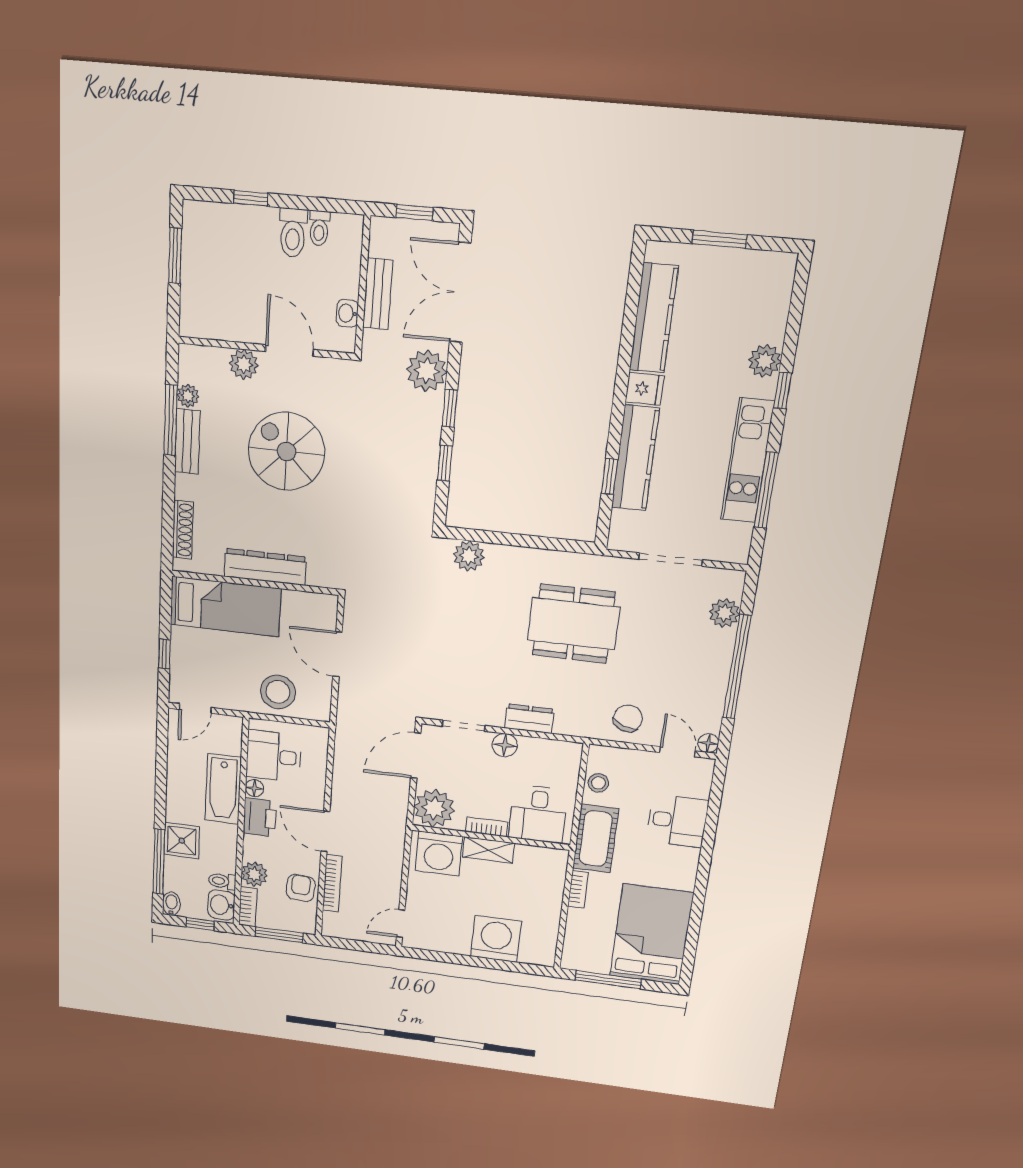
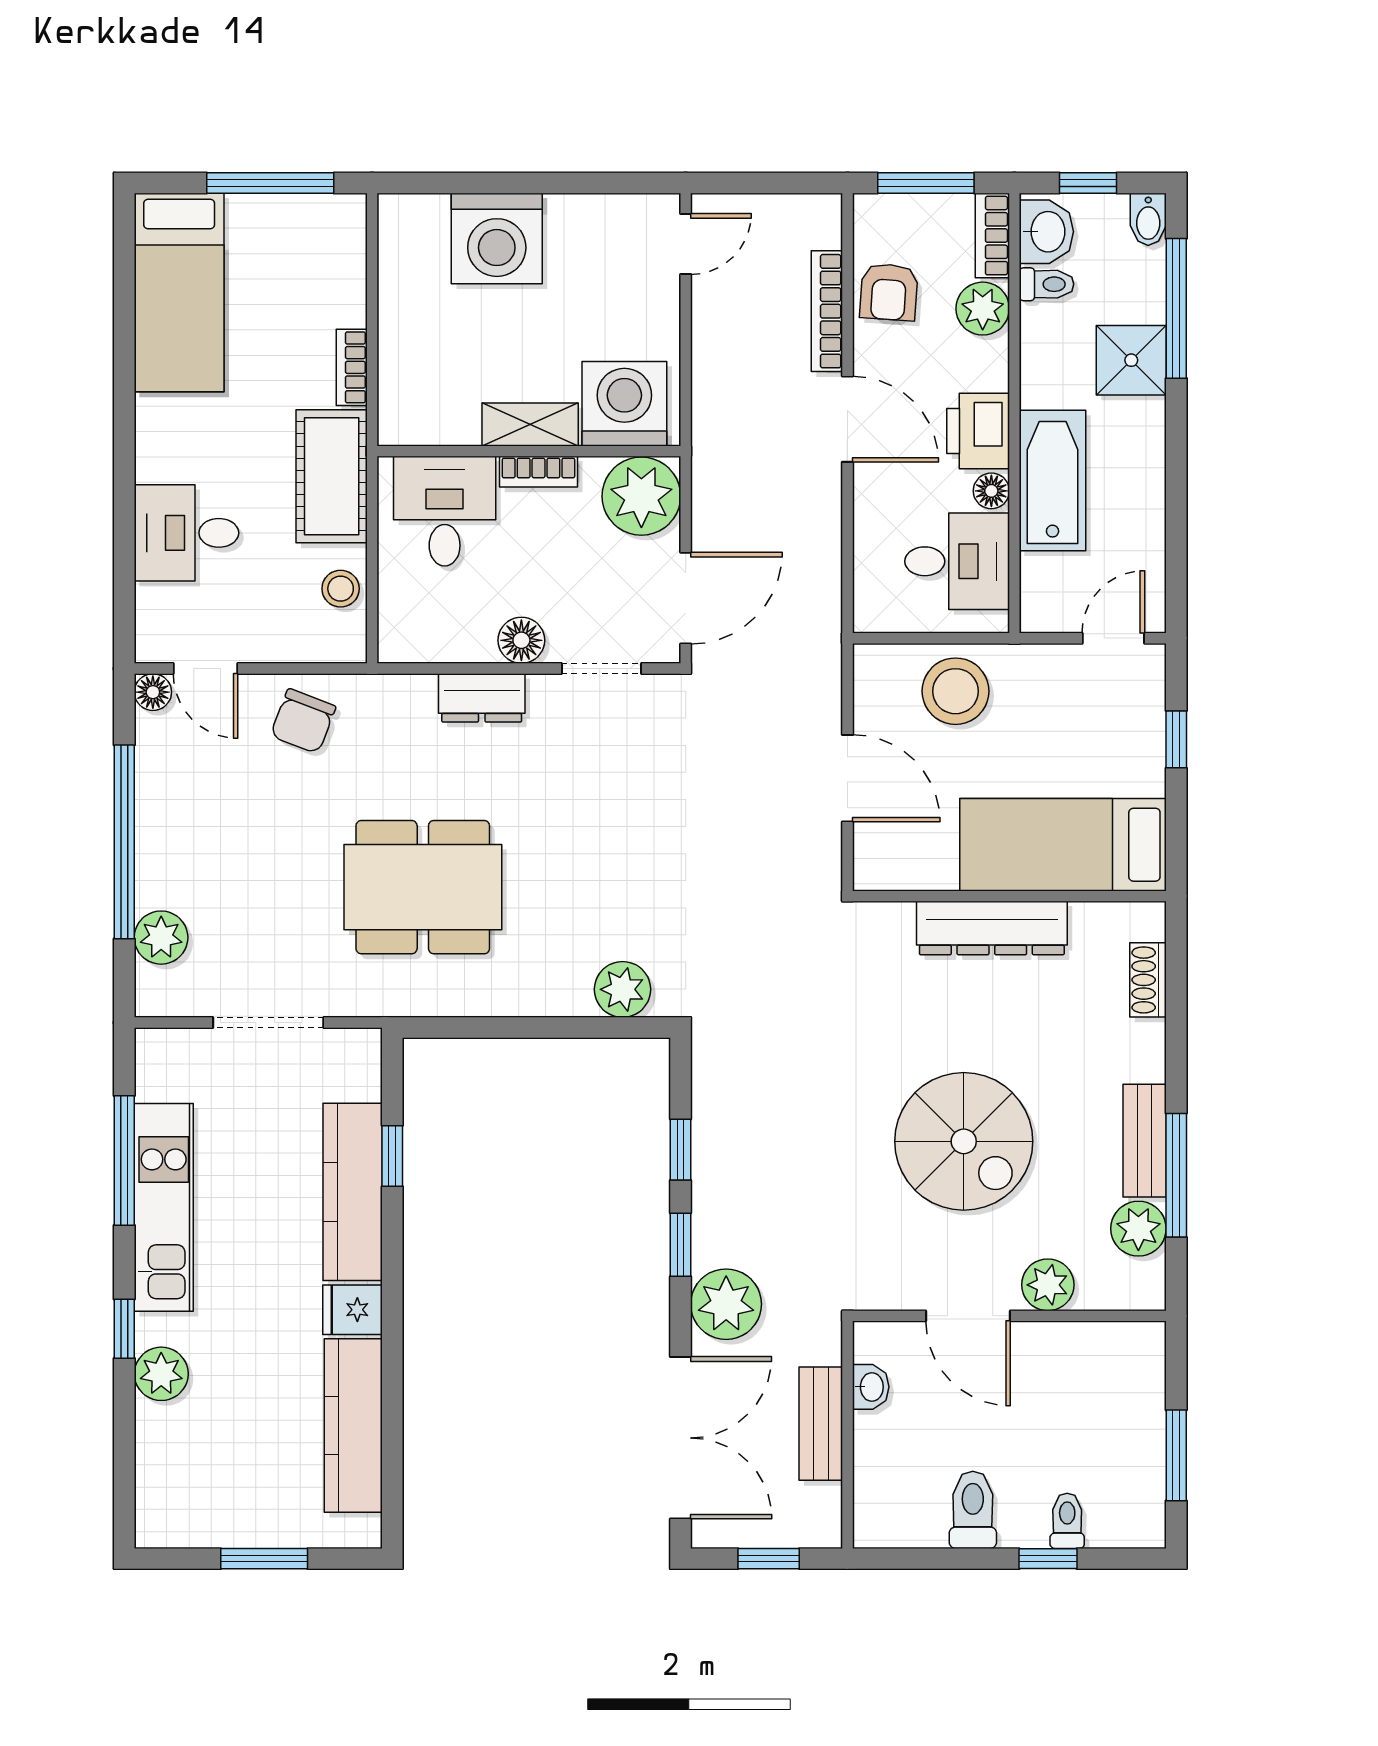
toilet: (319, 228) -> (1067, 1521), moved
plant: (188, 396) -> (1138, 1229), width x1.38, depth x1.38
shoe rack: (183, 530) -> (1148, 980), width x0.70
bed: (651, 934) -> (179, 293), width x0.67

